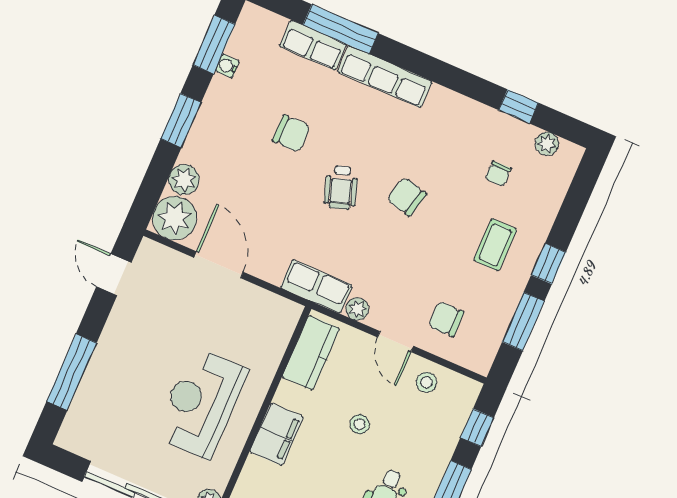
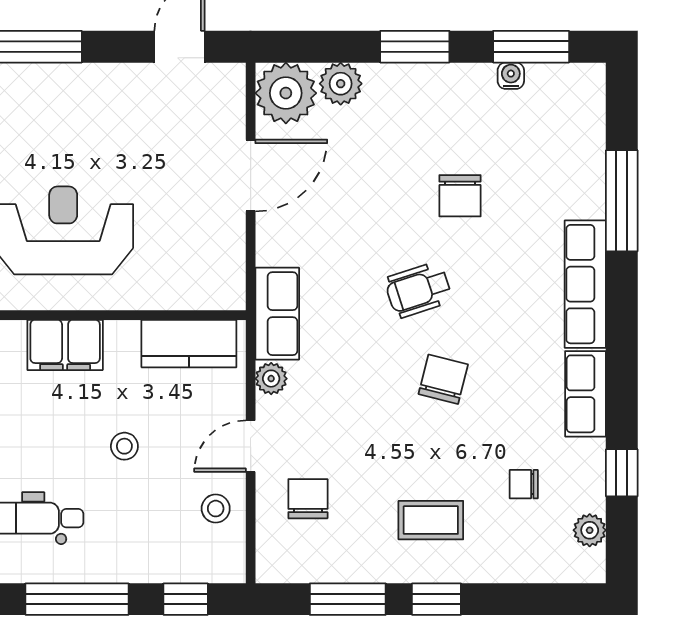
row of seats: (313, 45) -> (585, 394), moved

